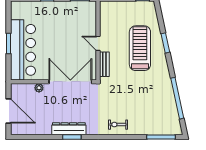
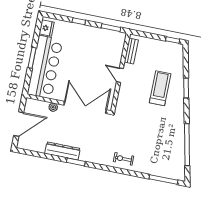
fridge: (17, 12) -> (47, 28), added
treadmill: (140, 48) -> (160, 88), width x0.73, depth x0.73
bench: (104, 64) -> (131, 51), moved
door: (9, 111) -> (19, 124), hinge flipped
dresser: (69, 129) -> (62, 151), moved

